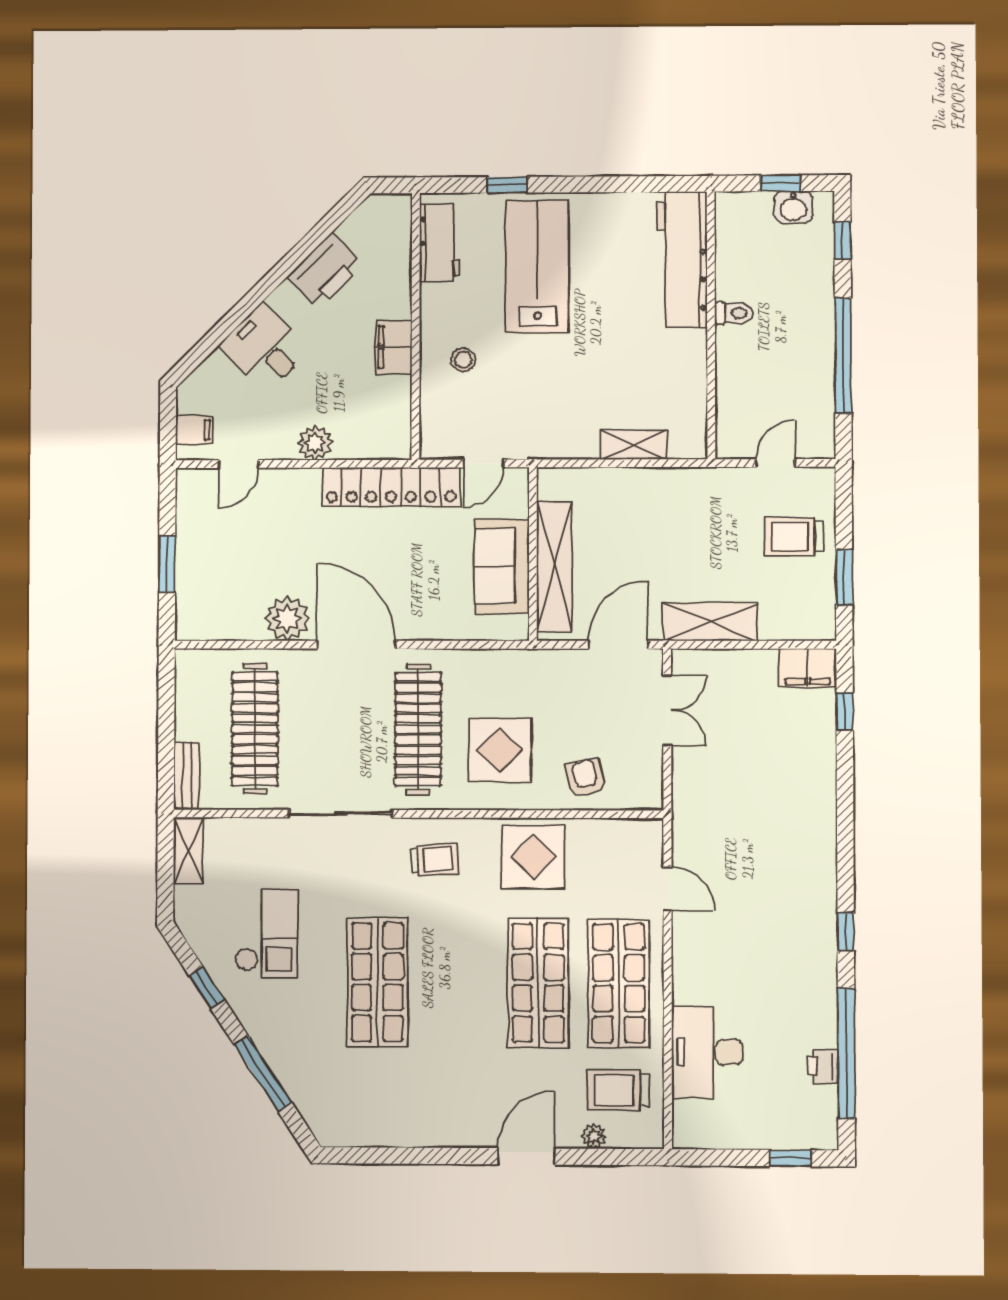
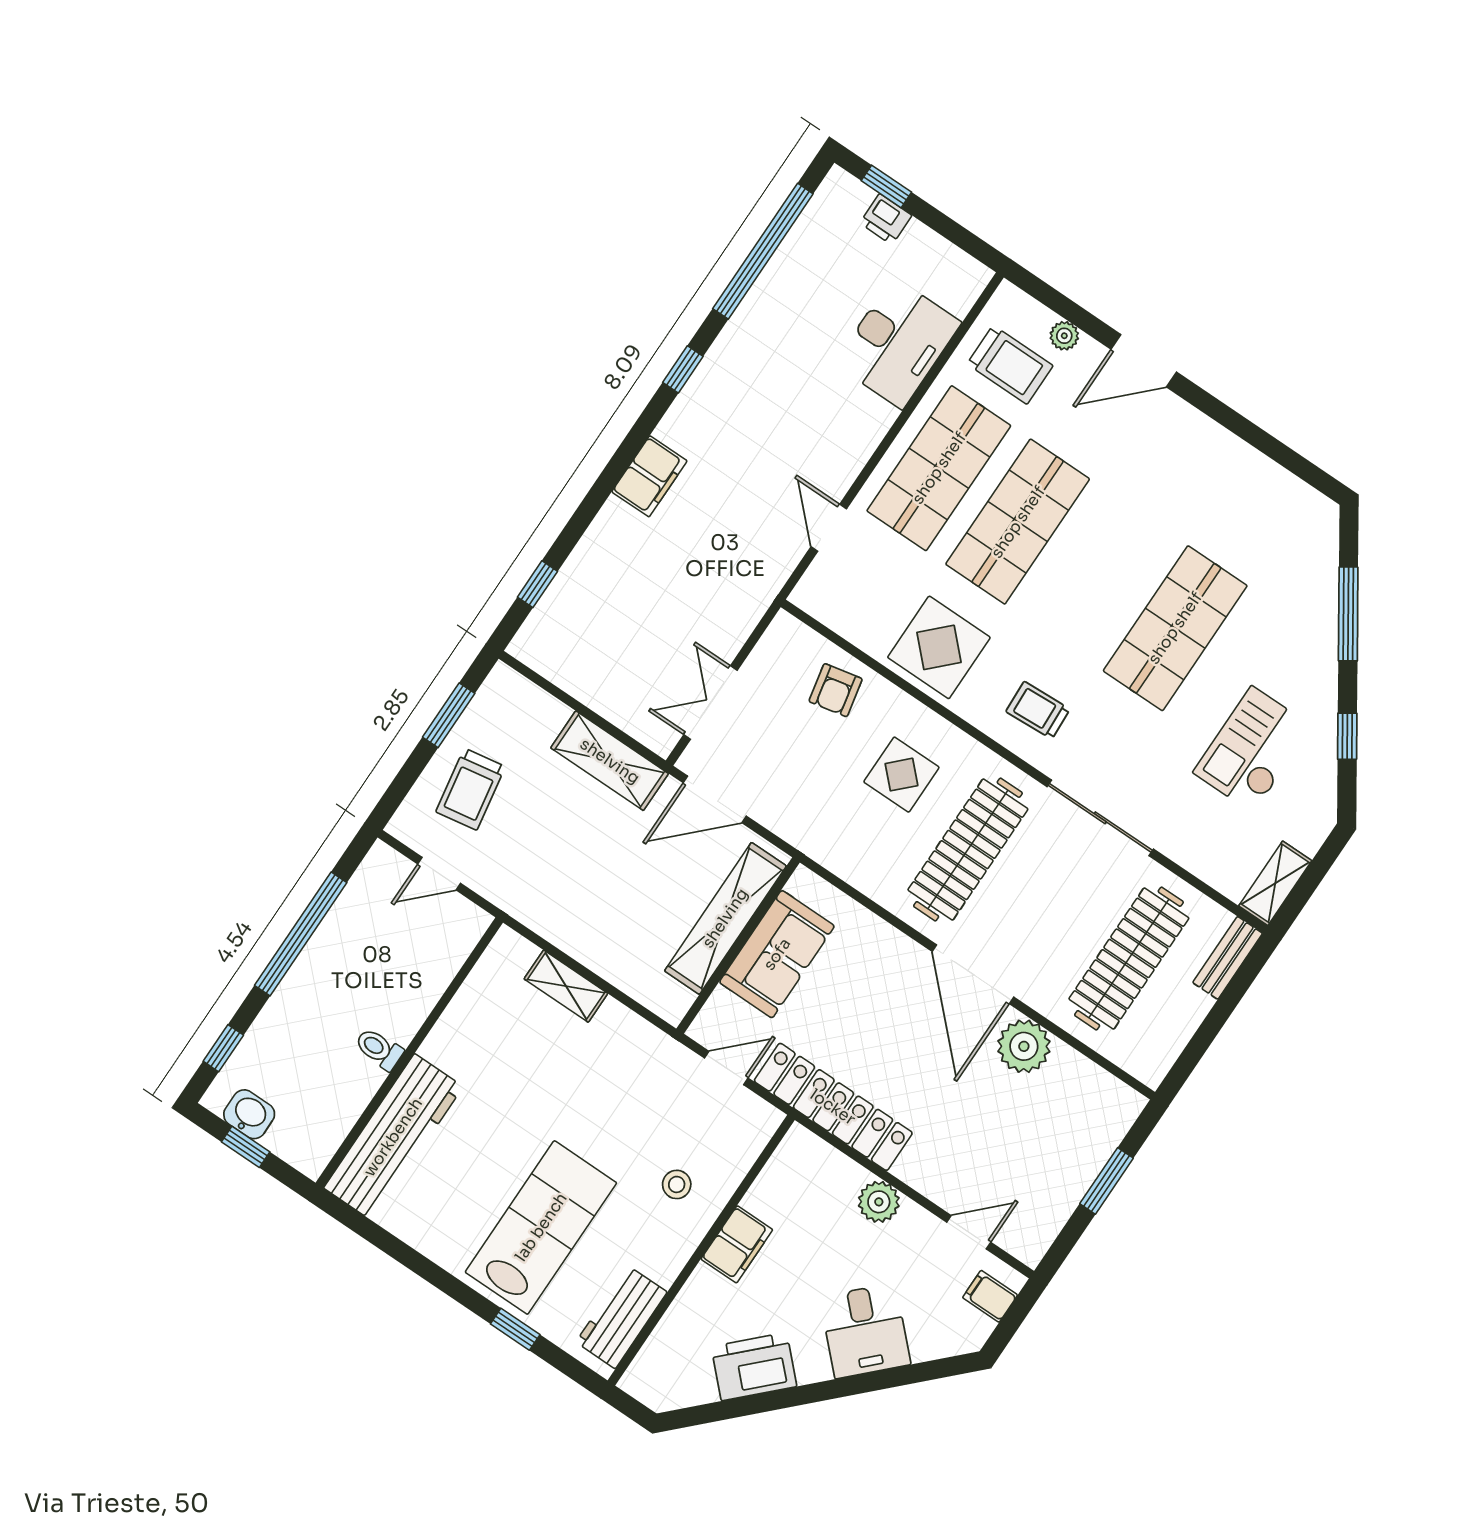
lab bench: (537, 267) -> (541, 1227), turned 180
trolley: (794, 536) -> (471, 789), turned 80
filing cabinet: (808, 668) -> (649, 476), moved, turned 90
display table: (500, 750) -> (901, 775), width x0.73, depth x0.73
printer: (823, 1067) -> (886, 219), moved, turned 90

